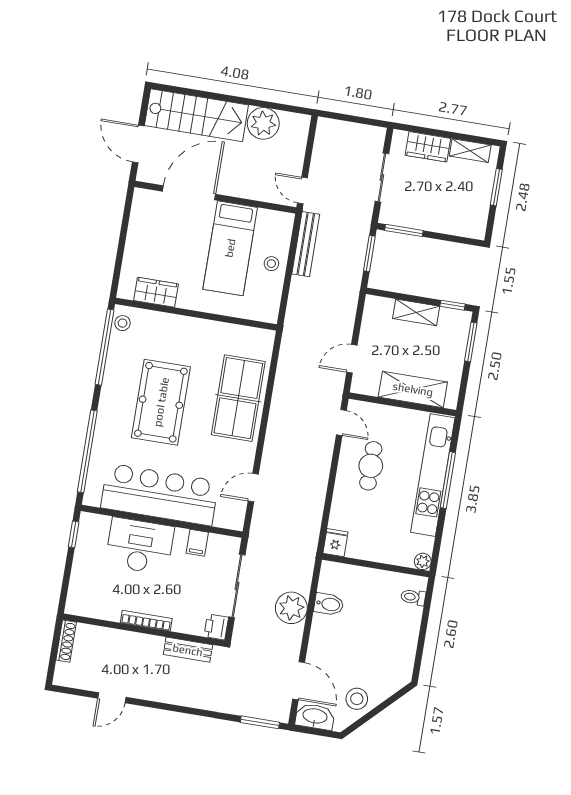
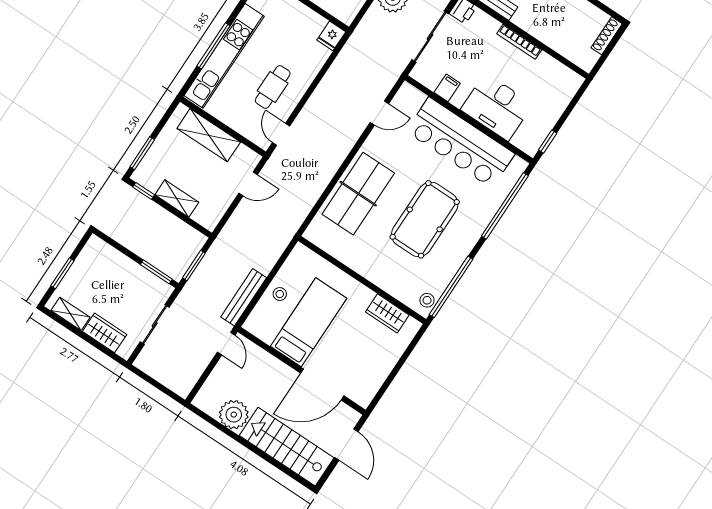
shoe rack: (66, 641) -> (607, 36), moved

